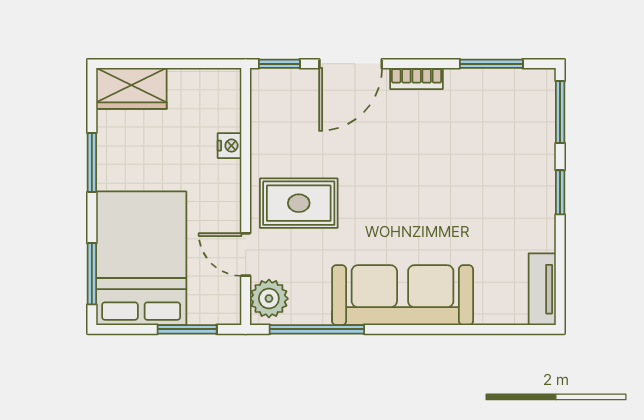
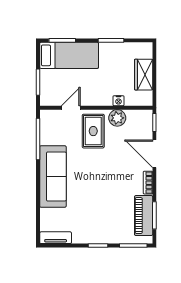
wardrobe: (131, 88) -> (144, 75), moved
piano: (492, 88) -> (144, 216), added
bed: (141, 258) -> (69, 55), width x0.67
plant: (269, 299) -> (117, 118), moved

